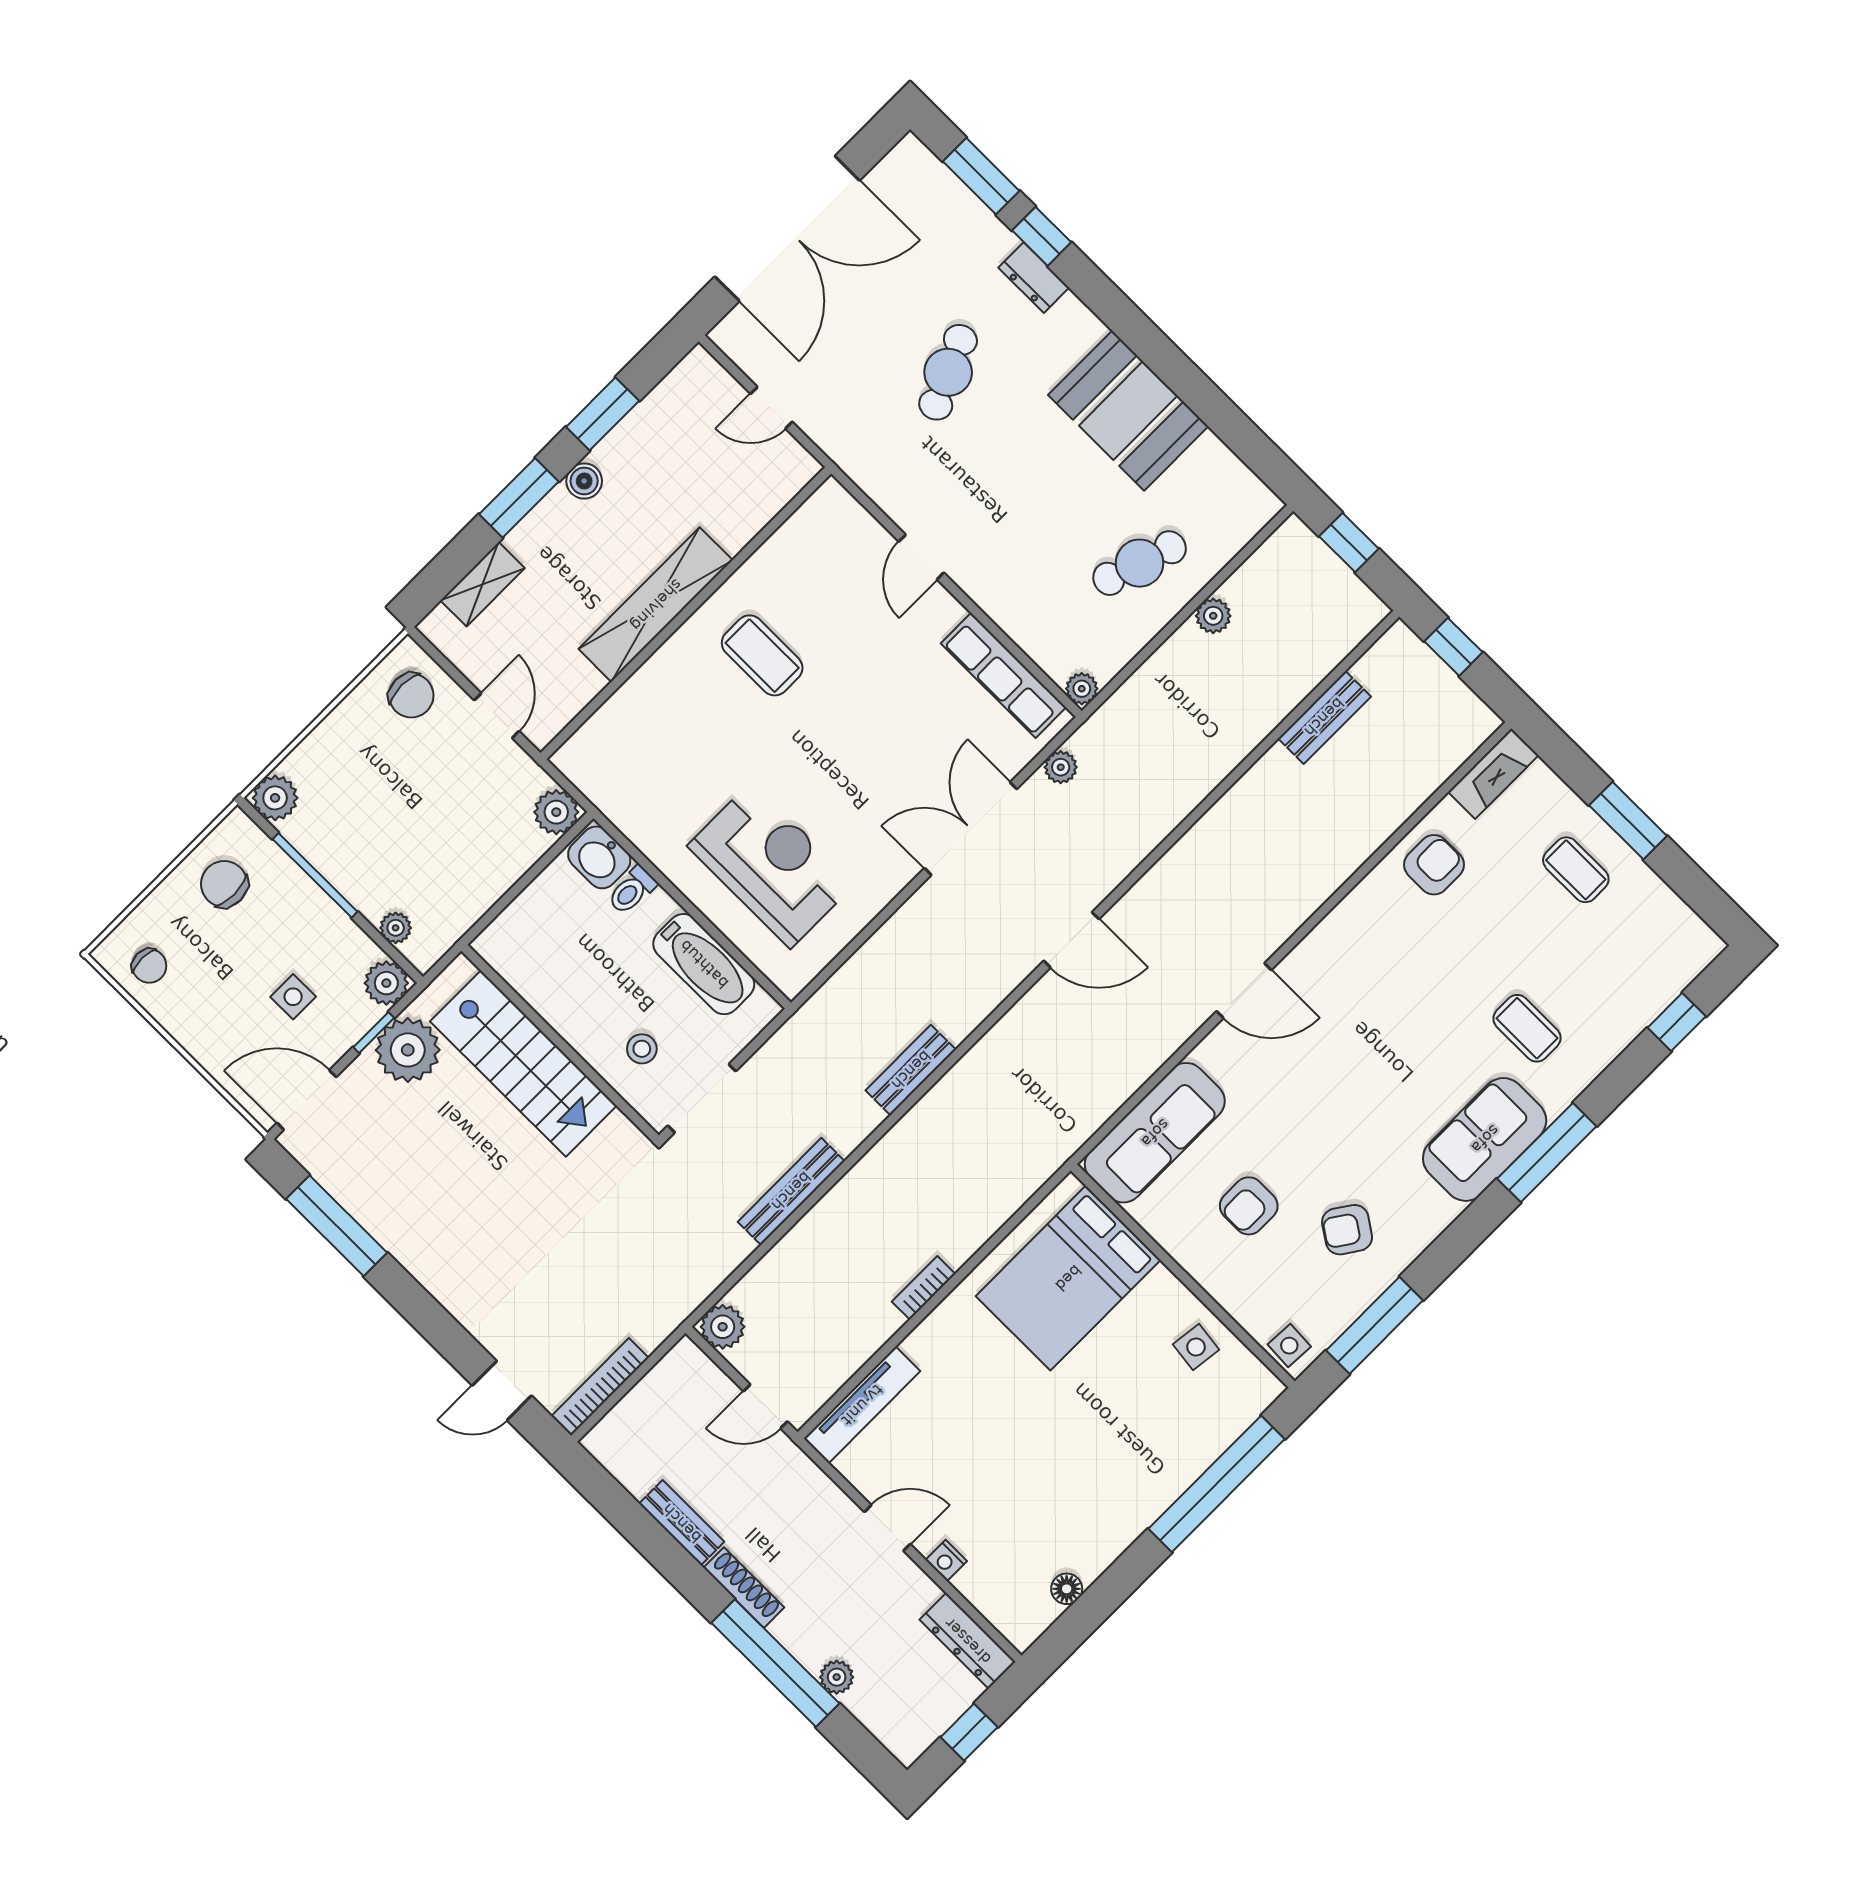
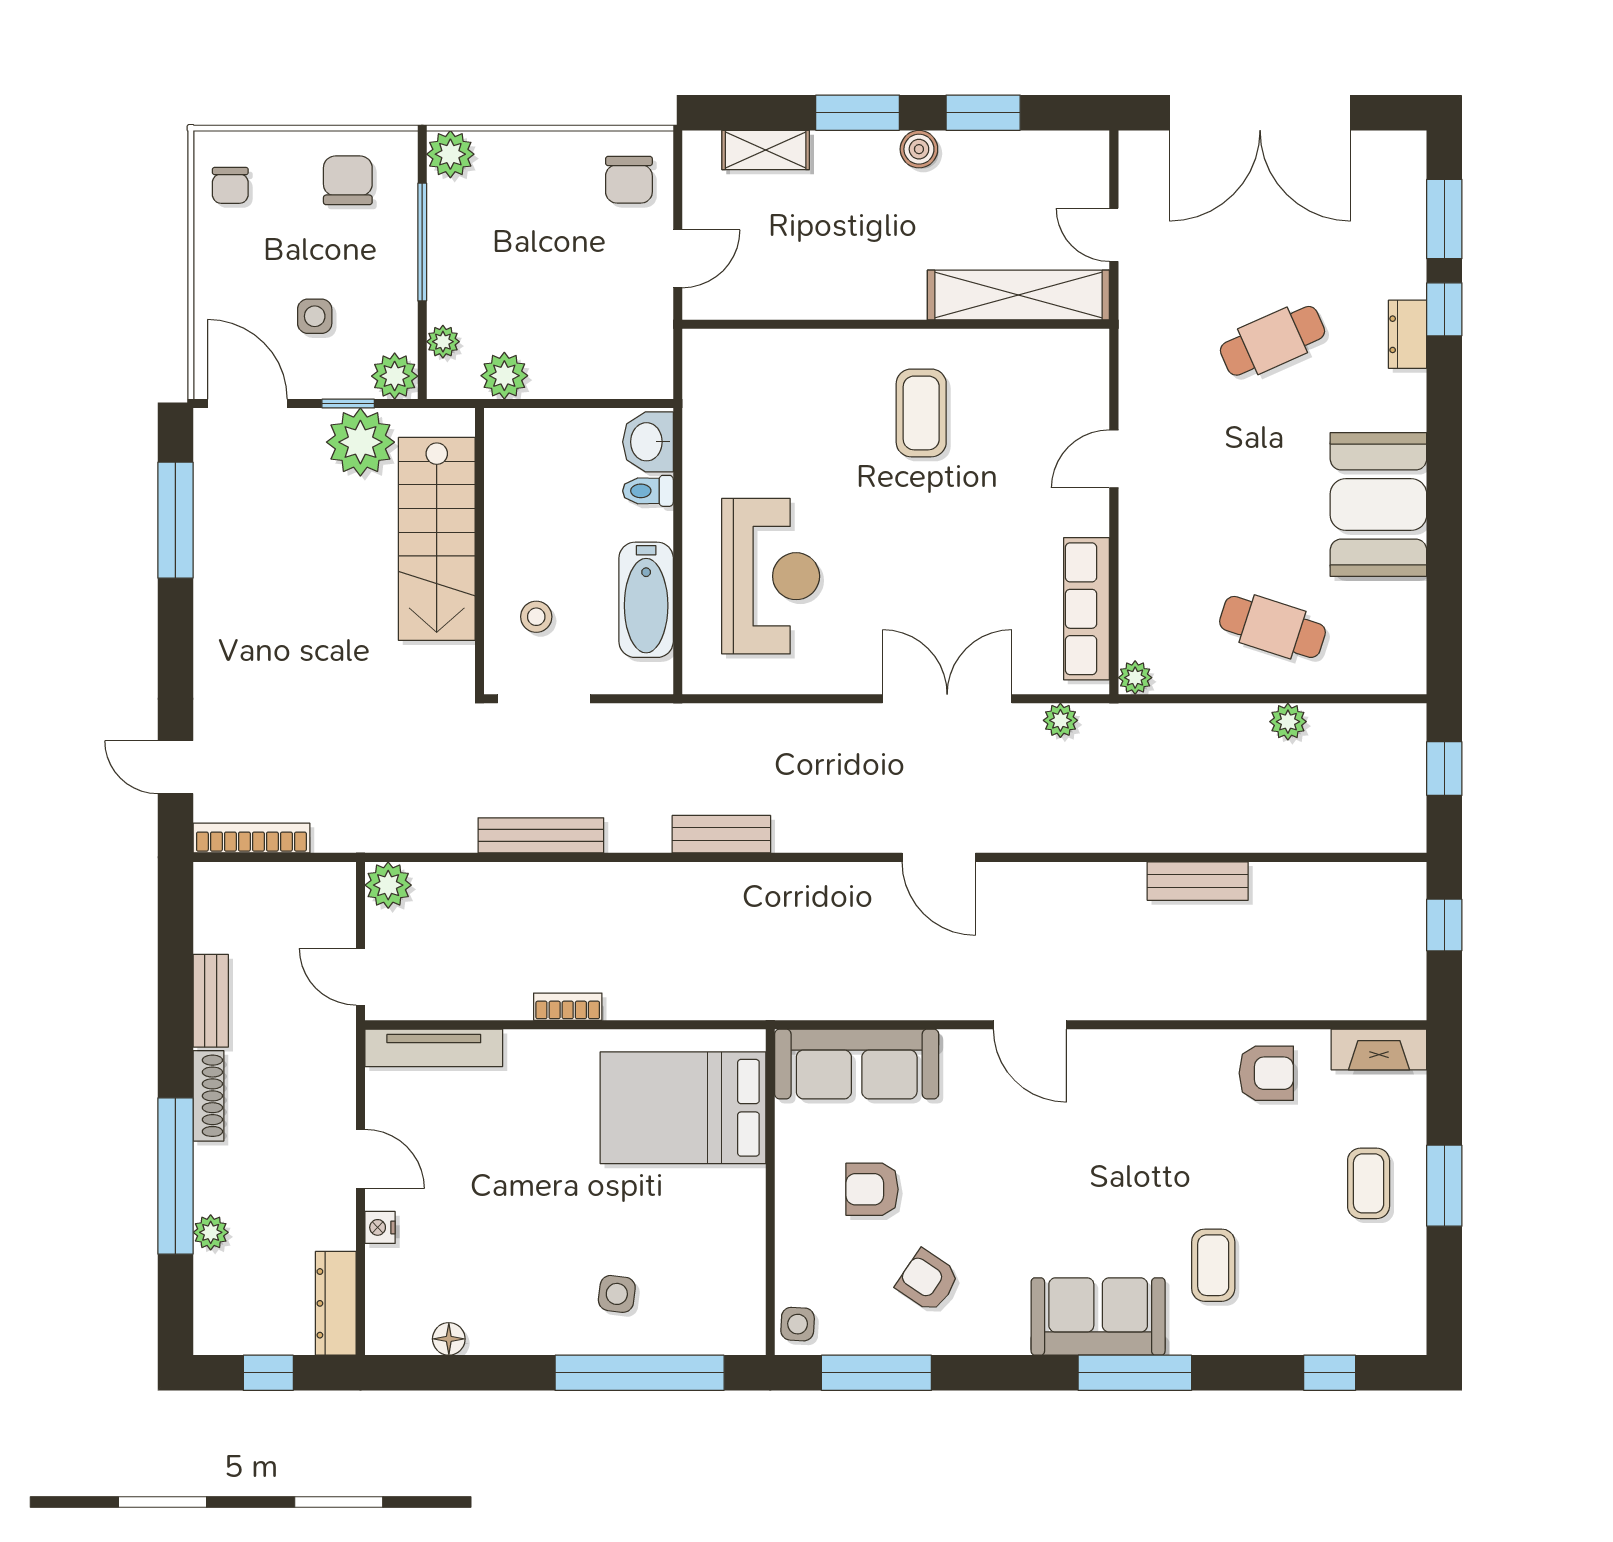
shelving: (656, 605) -> (1018, 295), moved
bench: (1324, 717) -> (1198, 881), moved
plant: (556, 812) -> (504, 376), moved
side table: (1196, 1347) -> (617, 1294), moved

